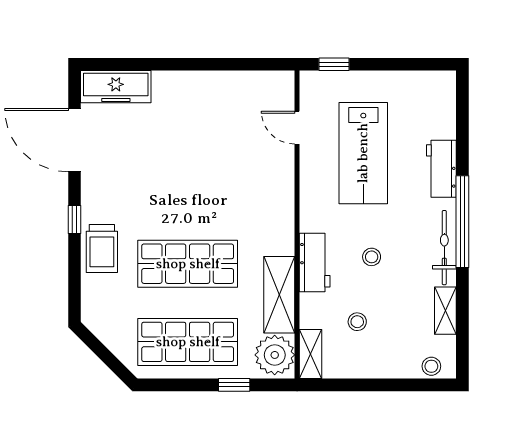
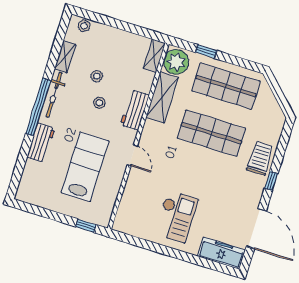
checkout: (202, 121) -> (176, 217), added
door: (297, 128) -> (132, 155), moved
stool: (357, 322) -> (97, 76), moved

